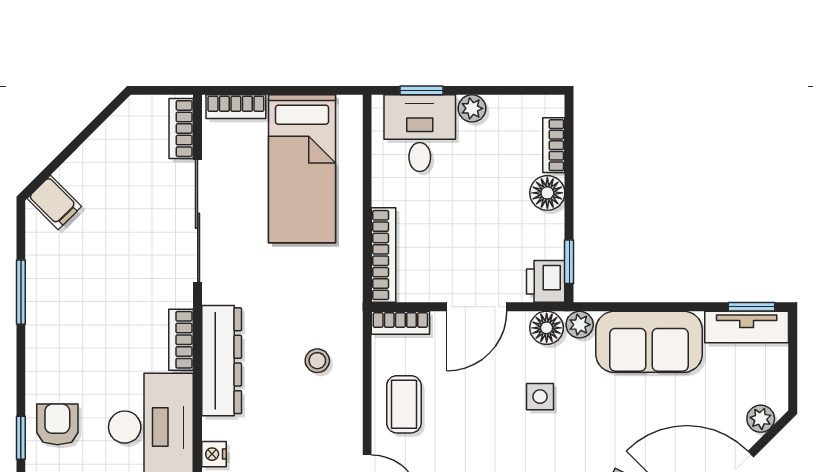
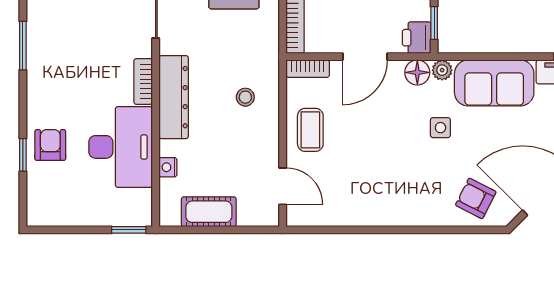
side table: (540, 397) -> (440, 128), moved

